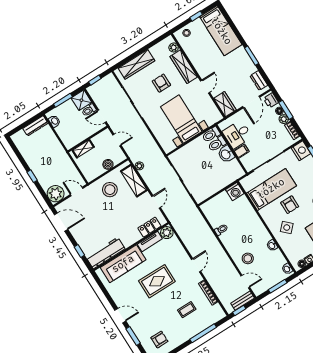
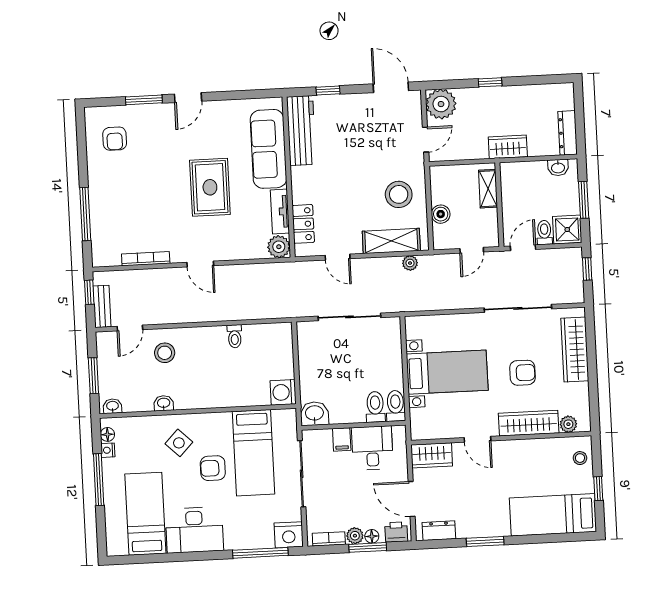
wardrobe: (58, 151) -> (508, 147), added
washbasin: (226, 154) -> (314, 414), moved
door: (61, 222) -> (391, 87), swing flipped
coffee table: (187, 310) -> (138, 209), removed

